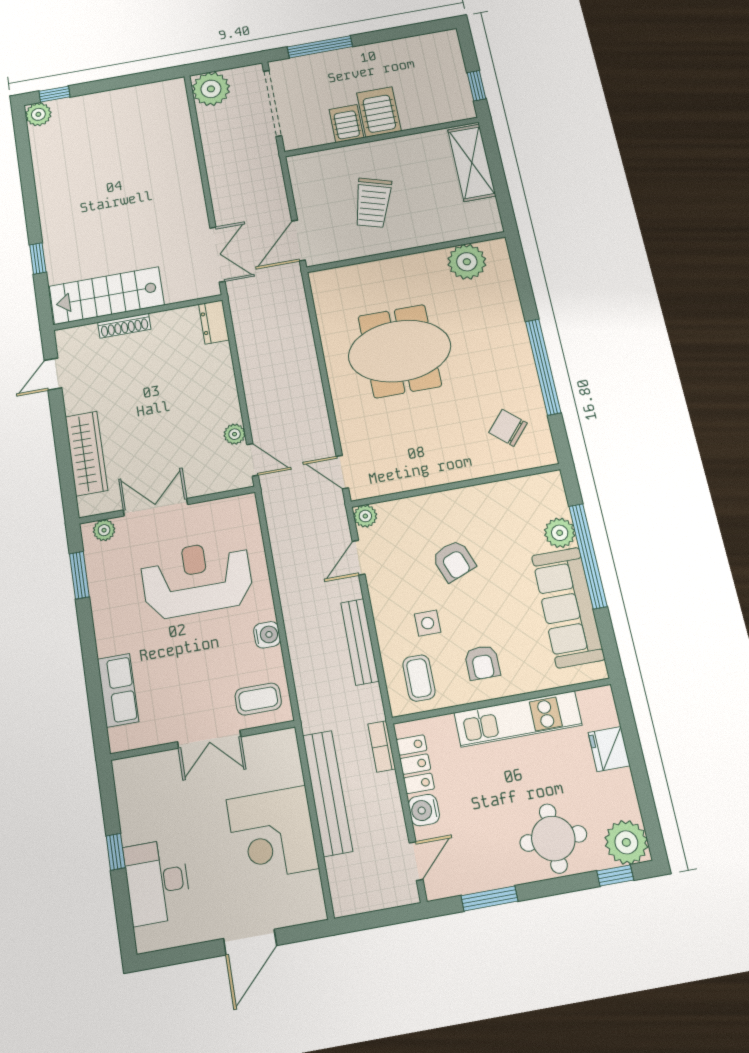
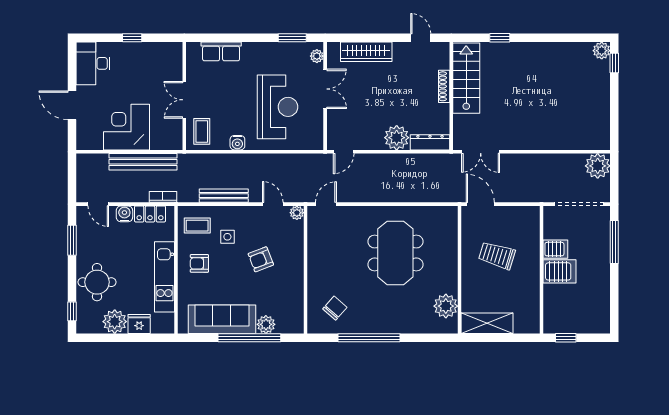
shelving: (472, 163) -> (487, 323), moved
dresser: (214, 322) -> (430, 142), width x1.44
plant: (235, 434) -> (397, 138), moved, width x1.88, depth x1.88
plant: (626, 842) -> (115, 322), moved
desk: (157, 882) -> (93, 63), moved, turned -90

